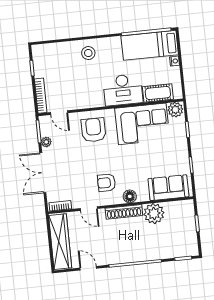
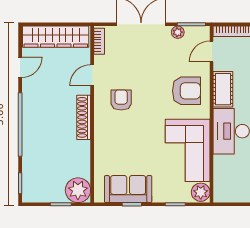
cot: (158, 93) -> (223, 89), moved
sofa: (168, 188) -> (128, 189), moved, turned -90
floor lamp: (130, 196) -> (102, 126), removed
plant: (154, 214) -> (78, 190), moved

